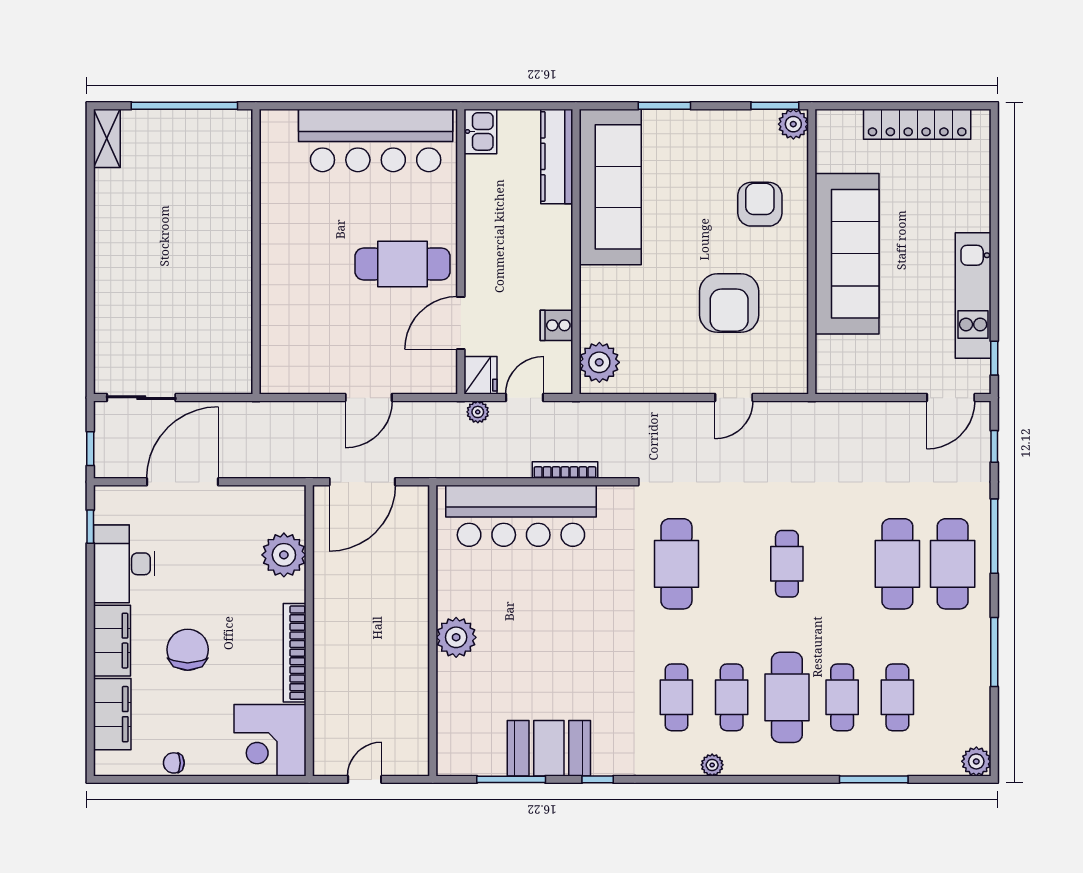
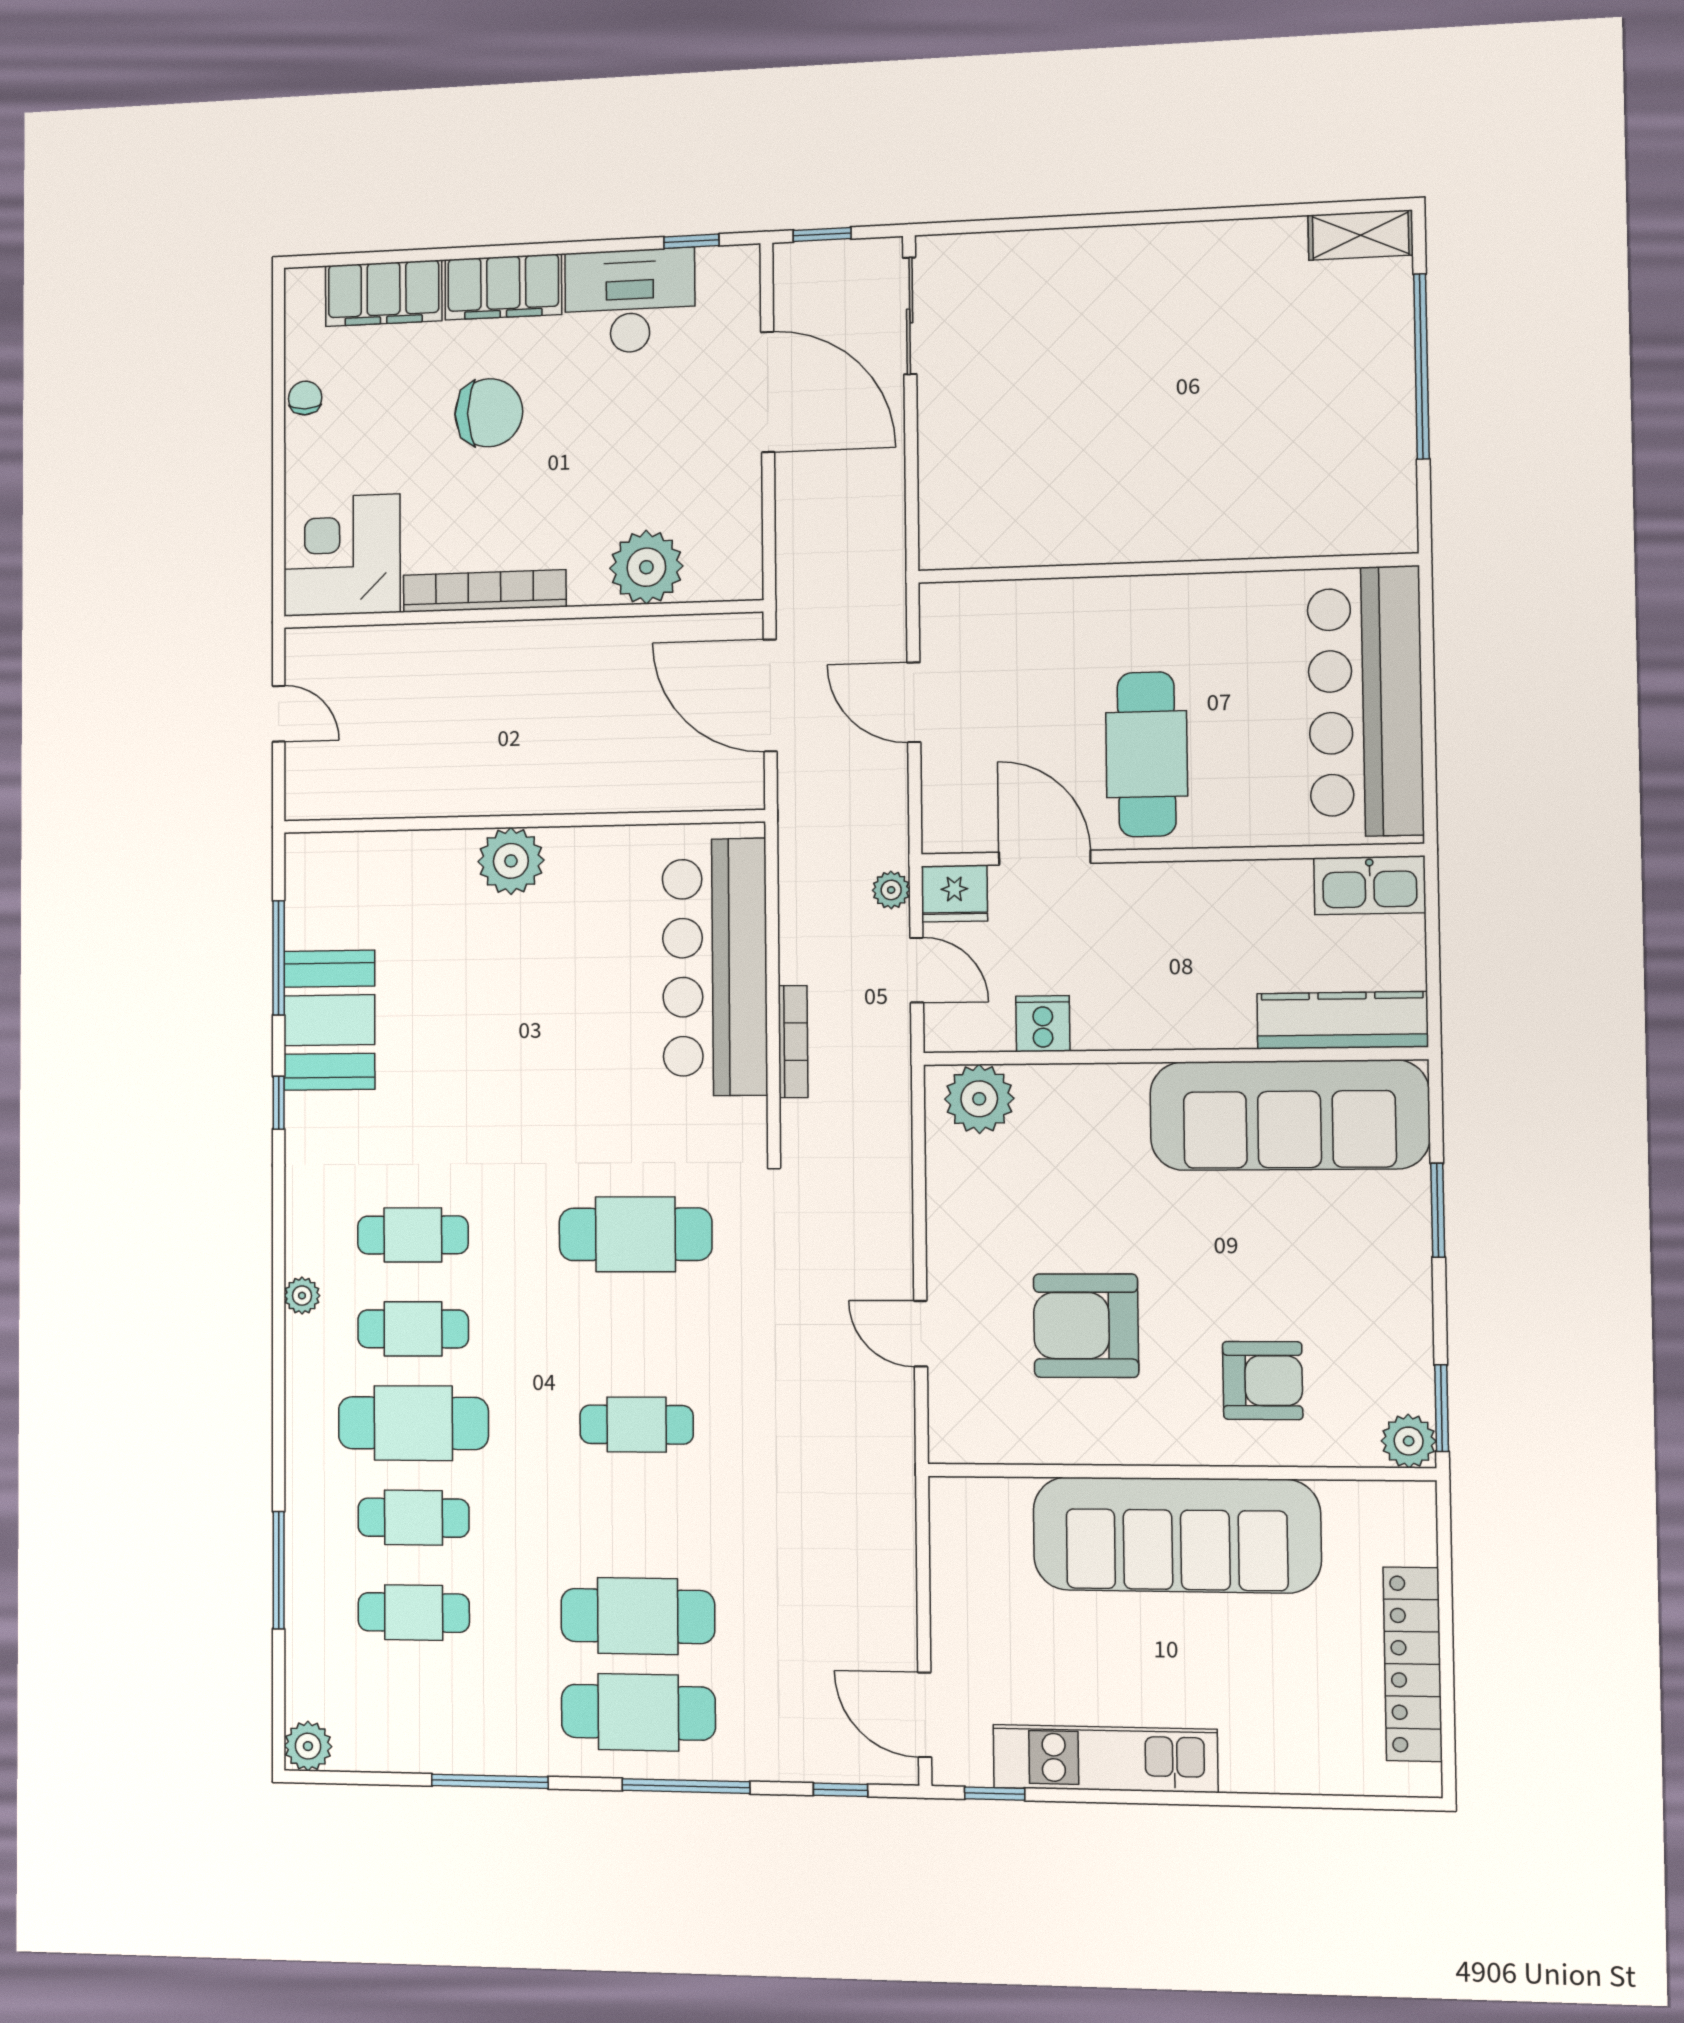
kitchen sink: (480, 131) -> (1370, 885), width x1.38
wall: (256, 252) -> (1166, 568), moved

